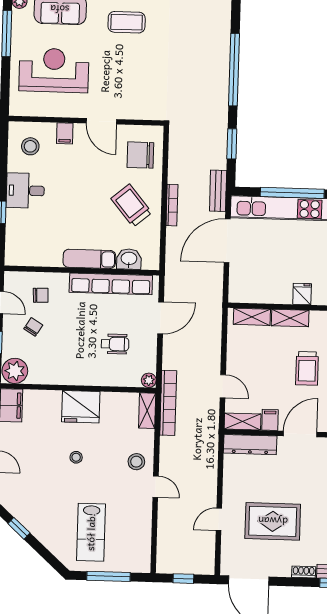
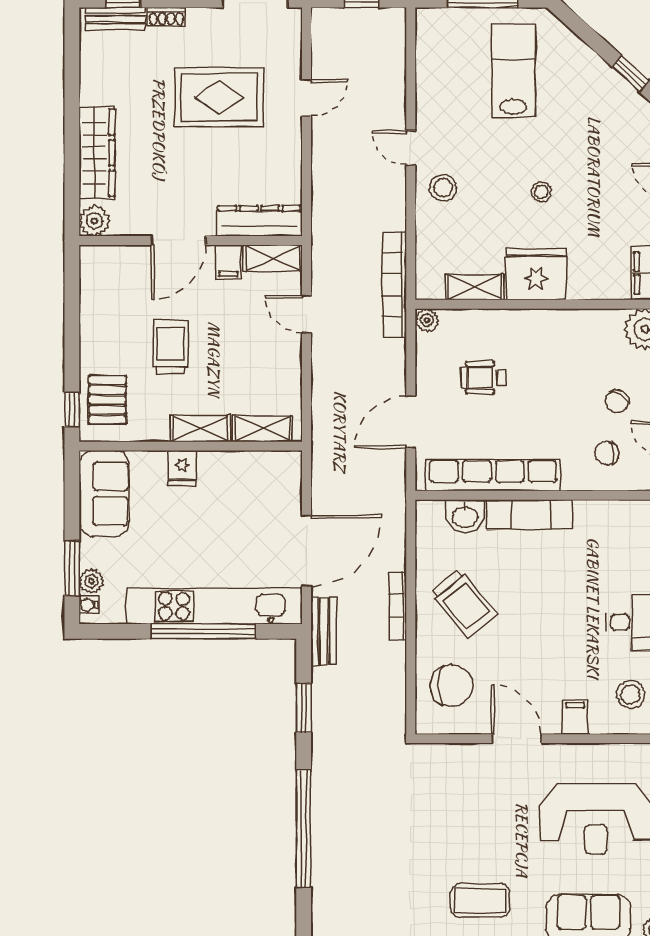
shelving: (147, 411) -> (475, 287), moved, turned 90

